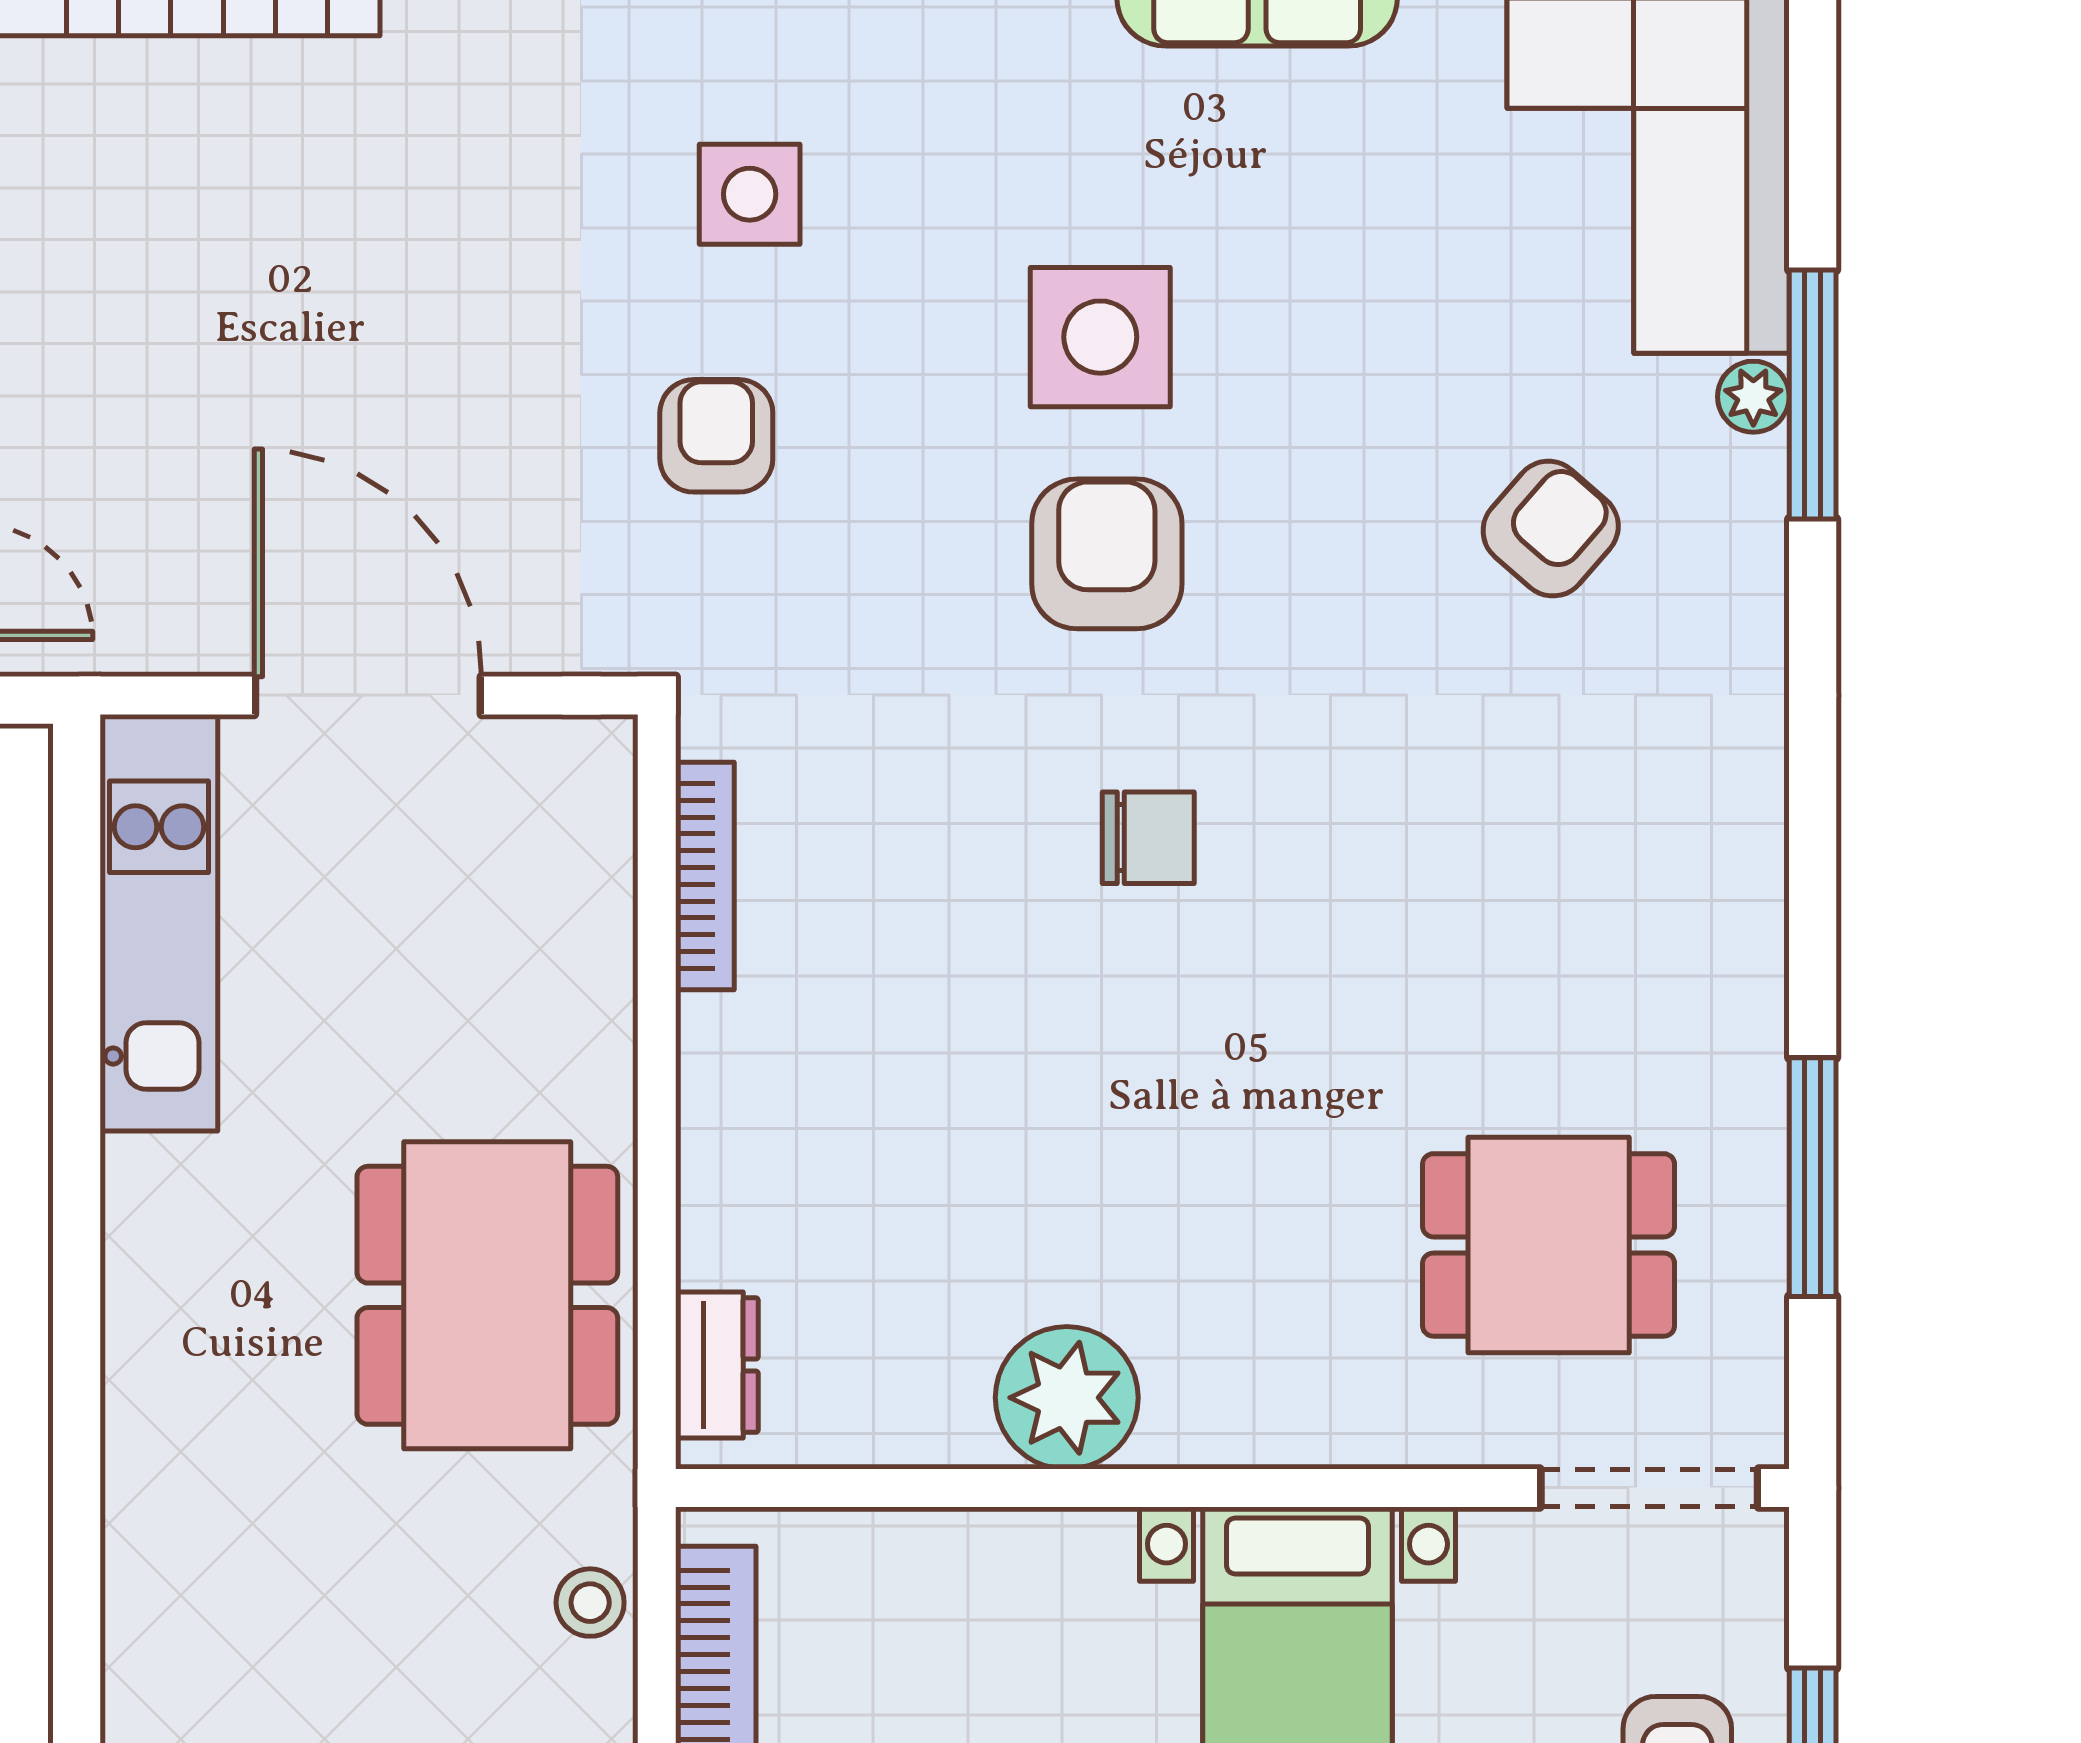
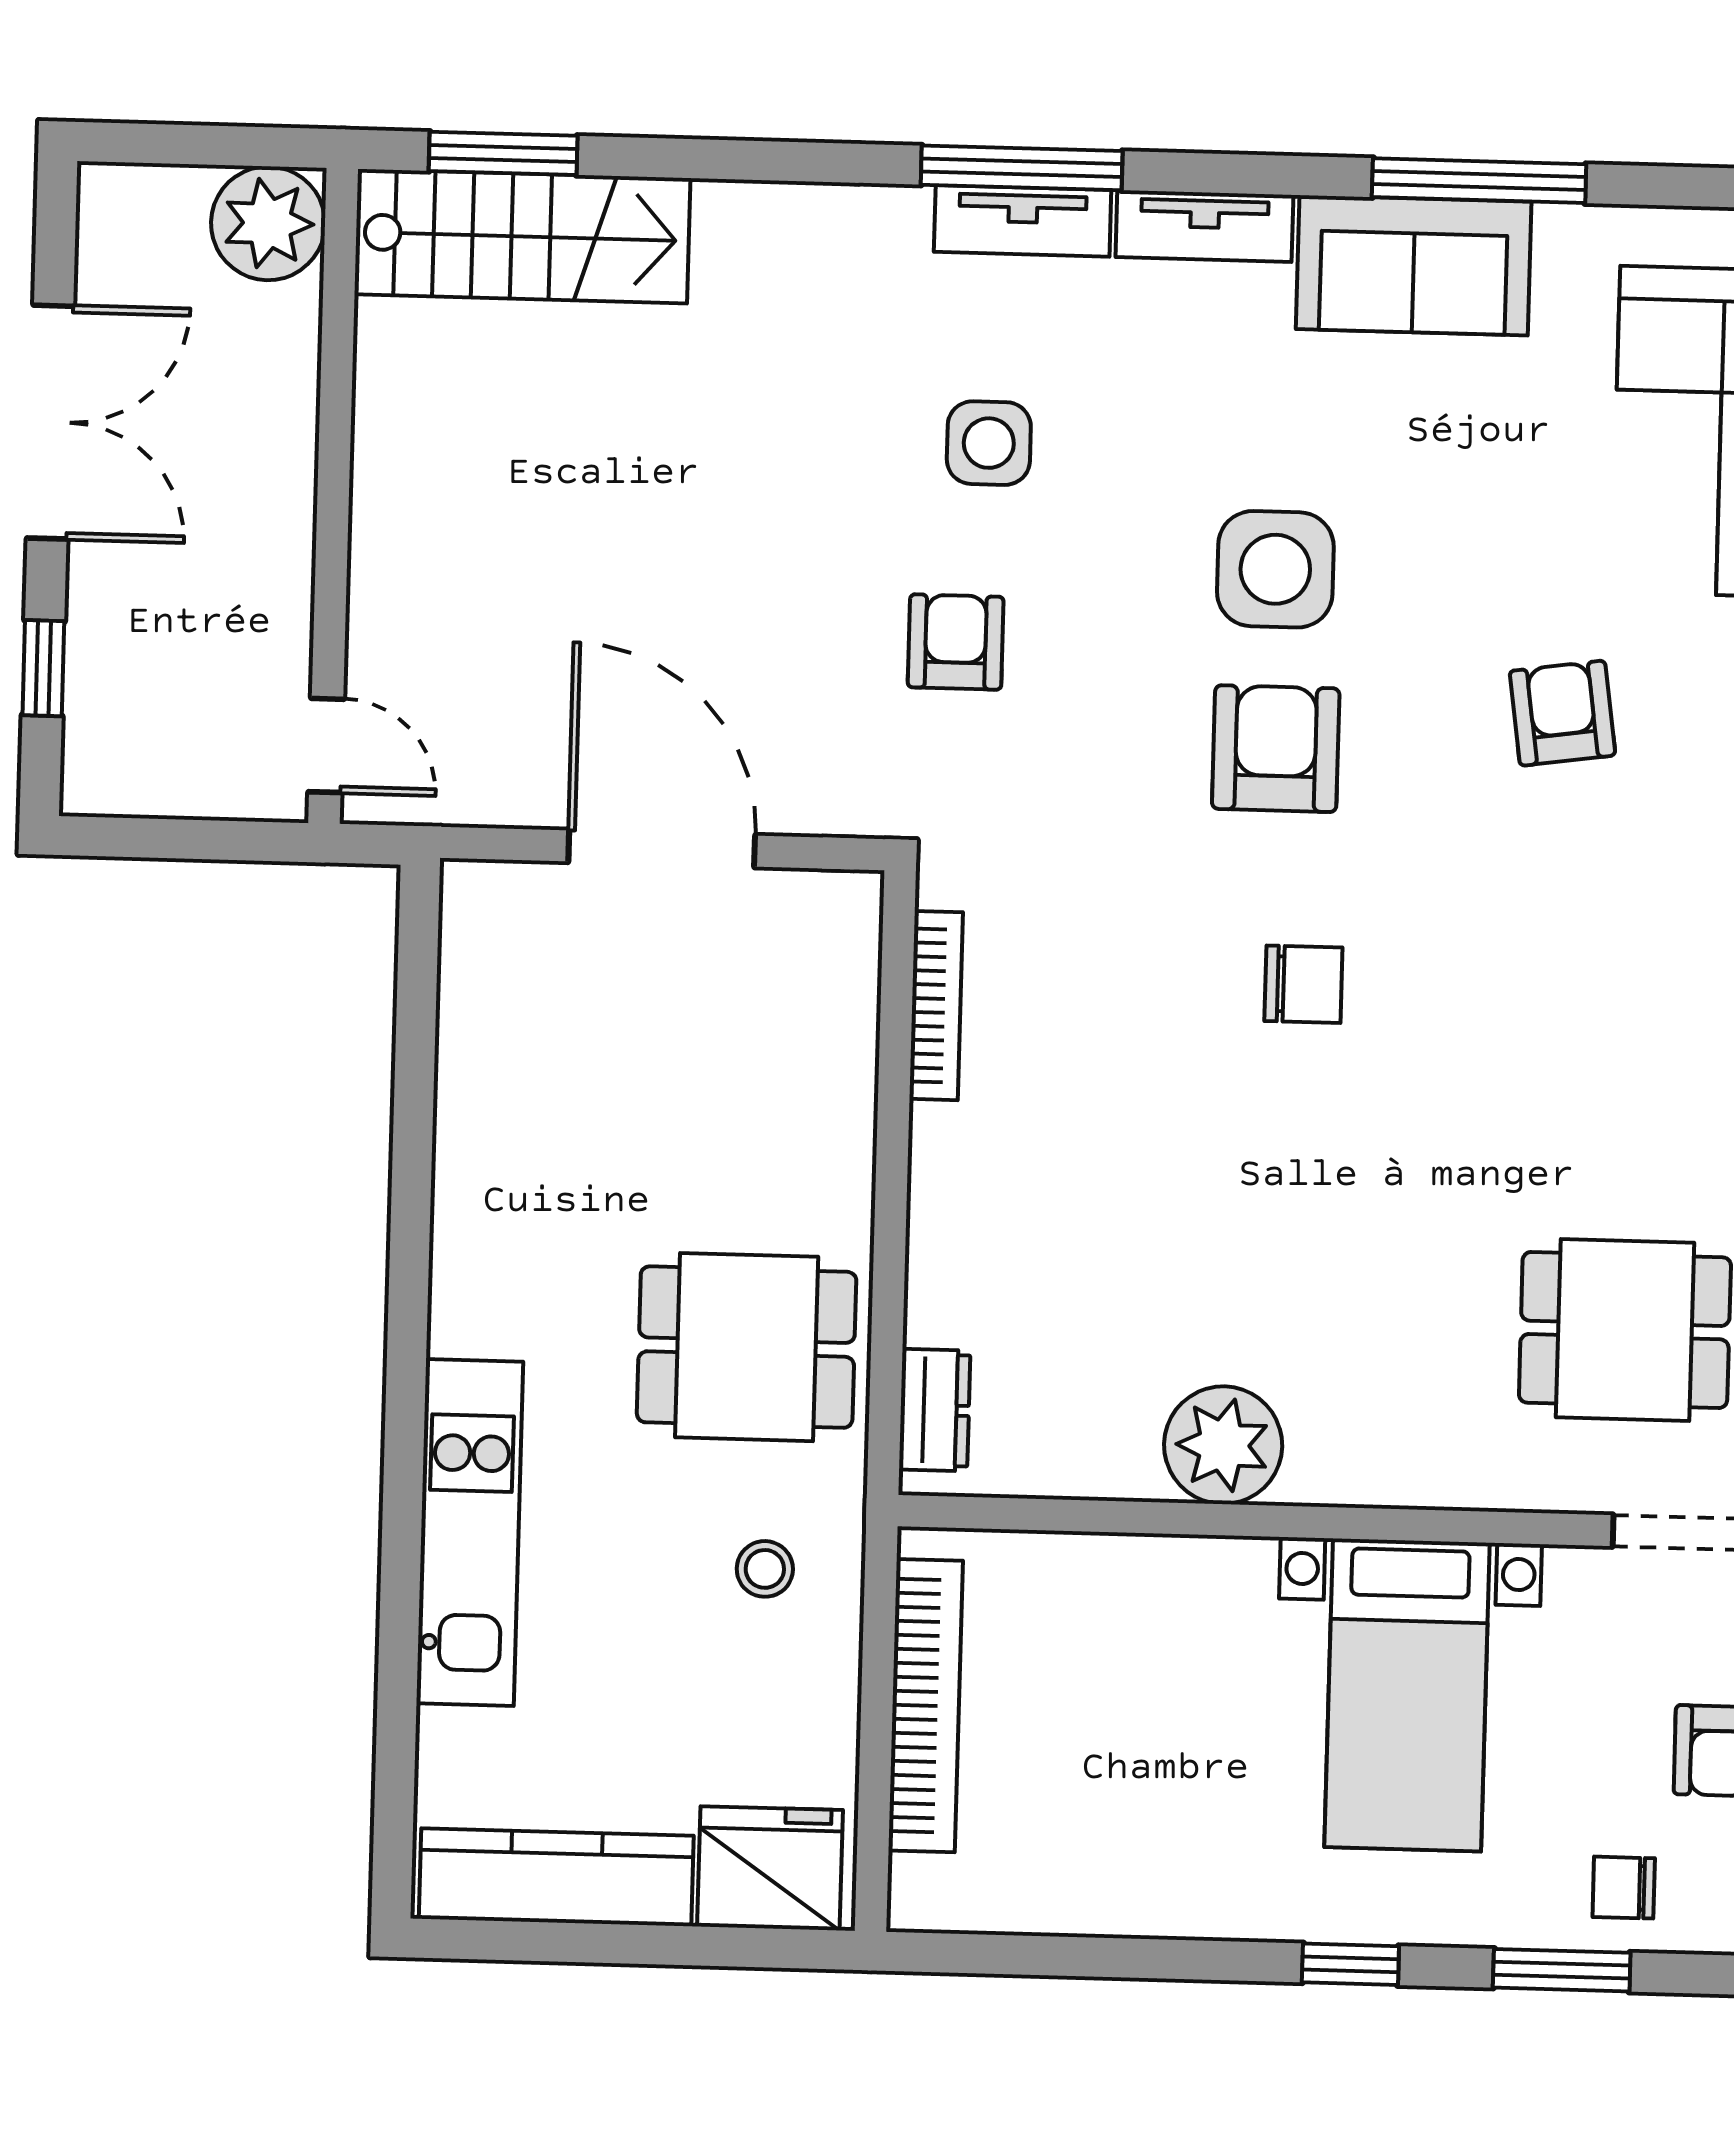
armchair: (1551, 529) -> (1562, 713), moved, turned -49
kitchen unit: (159, 923) -> (470, 1532), moved
dining table: (487, 1295) -> (747, 1347), width x0.73
stool: (590, 1603) -> (765, 1569), moved

